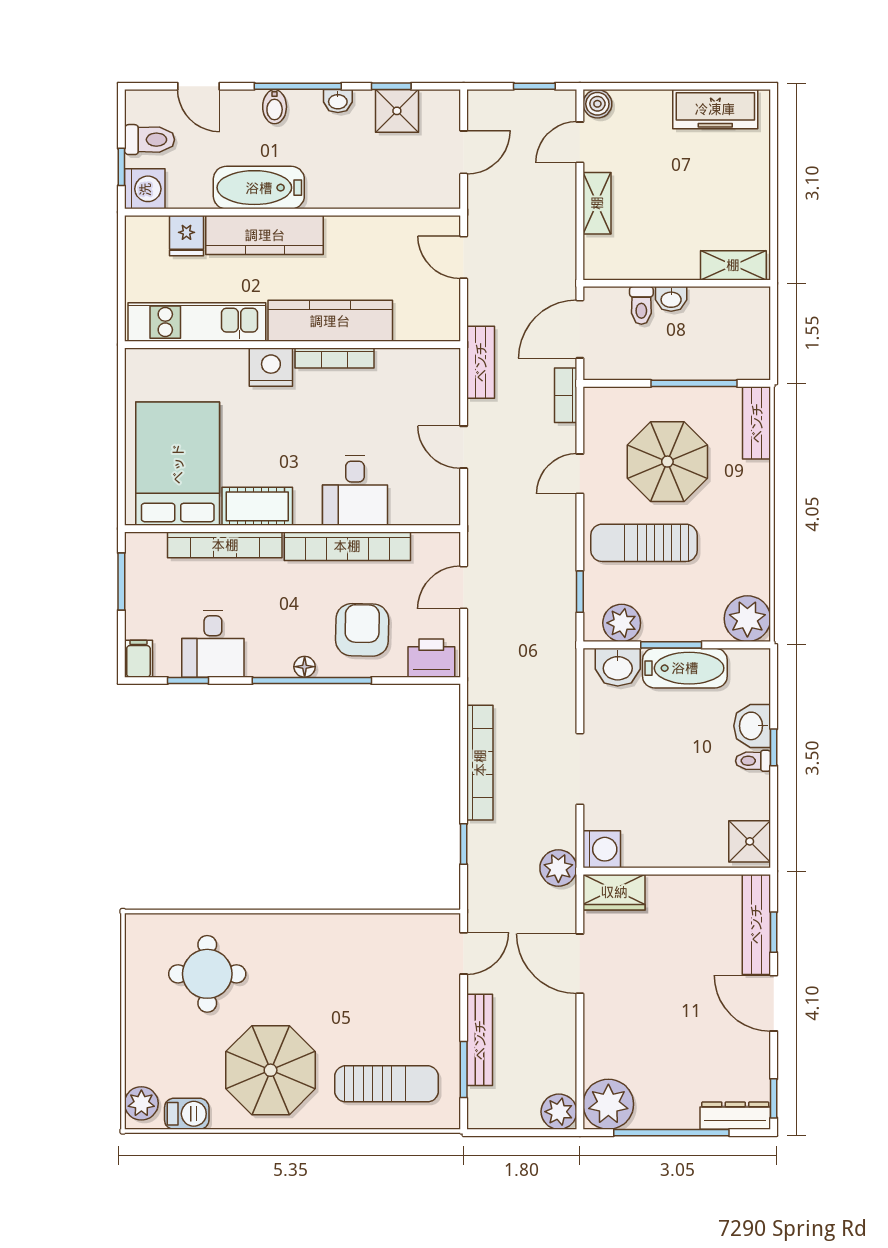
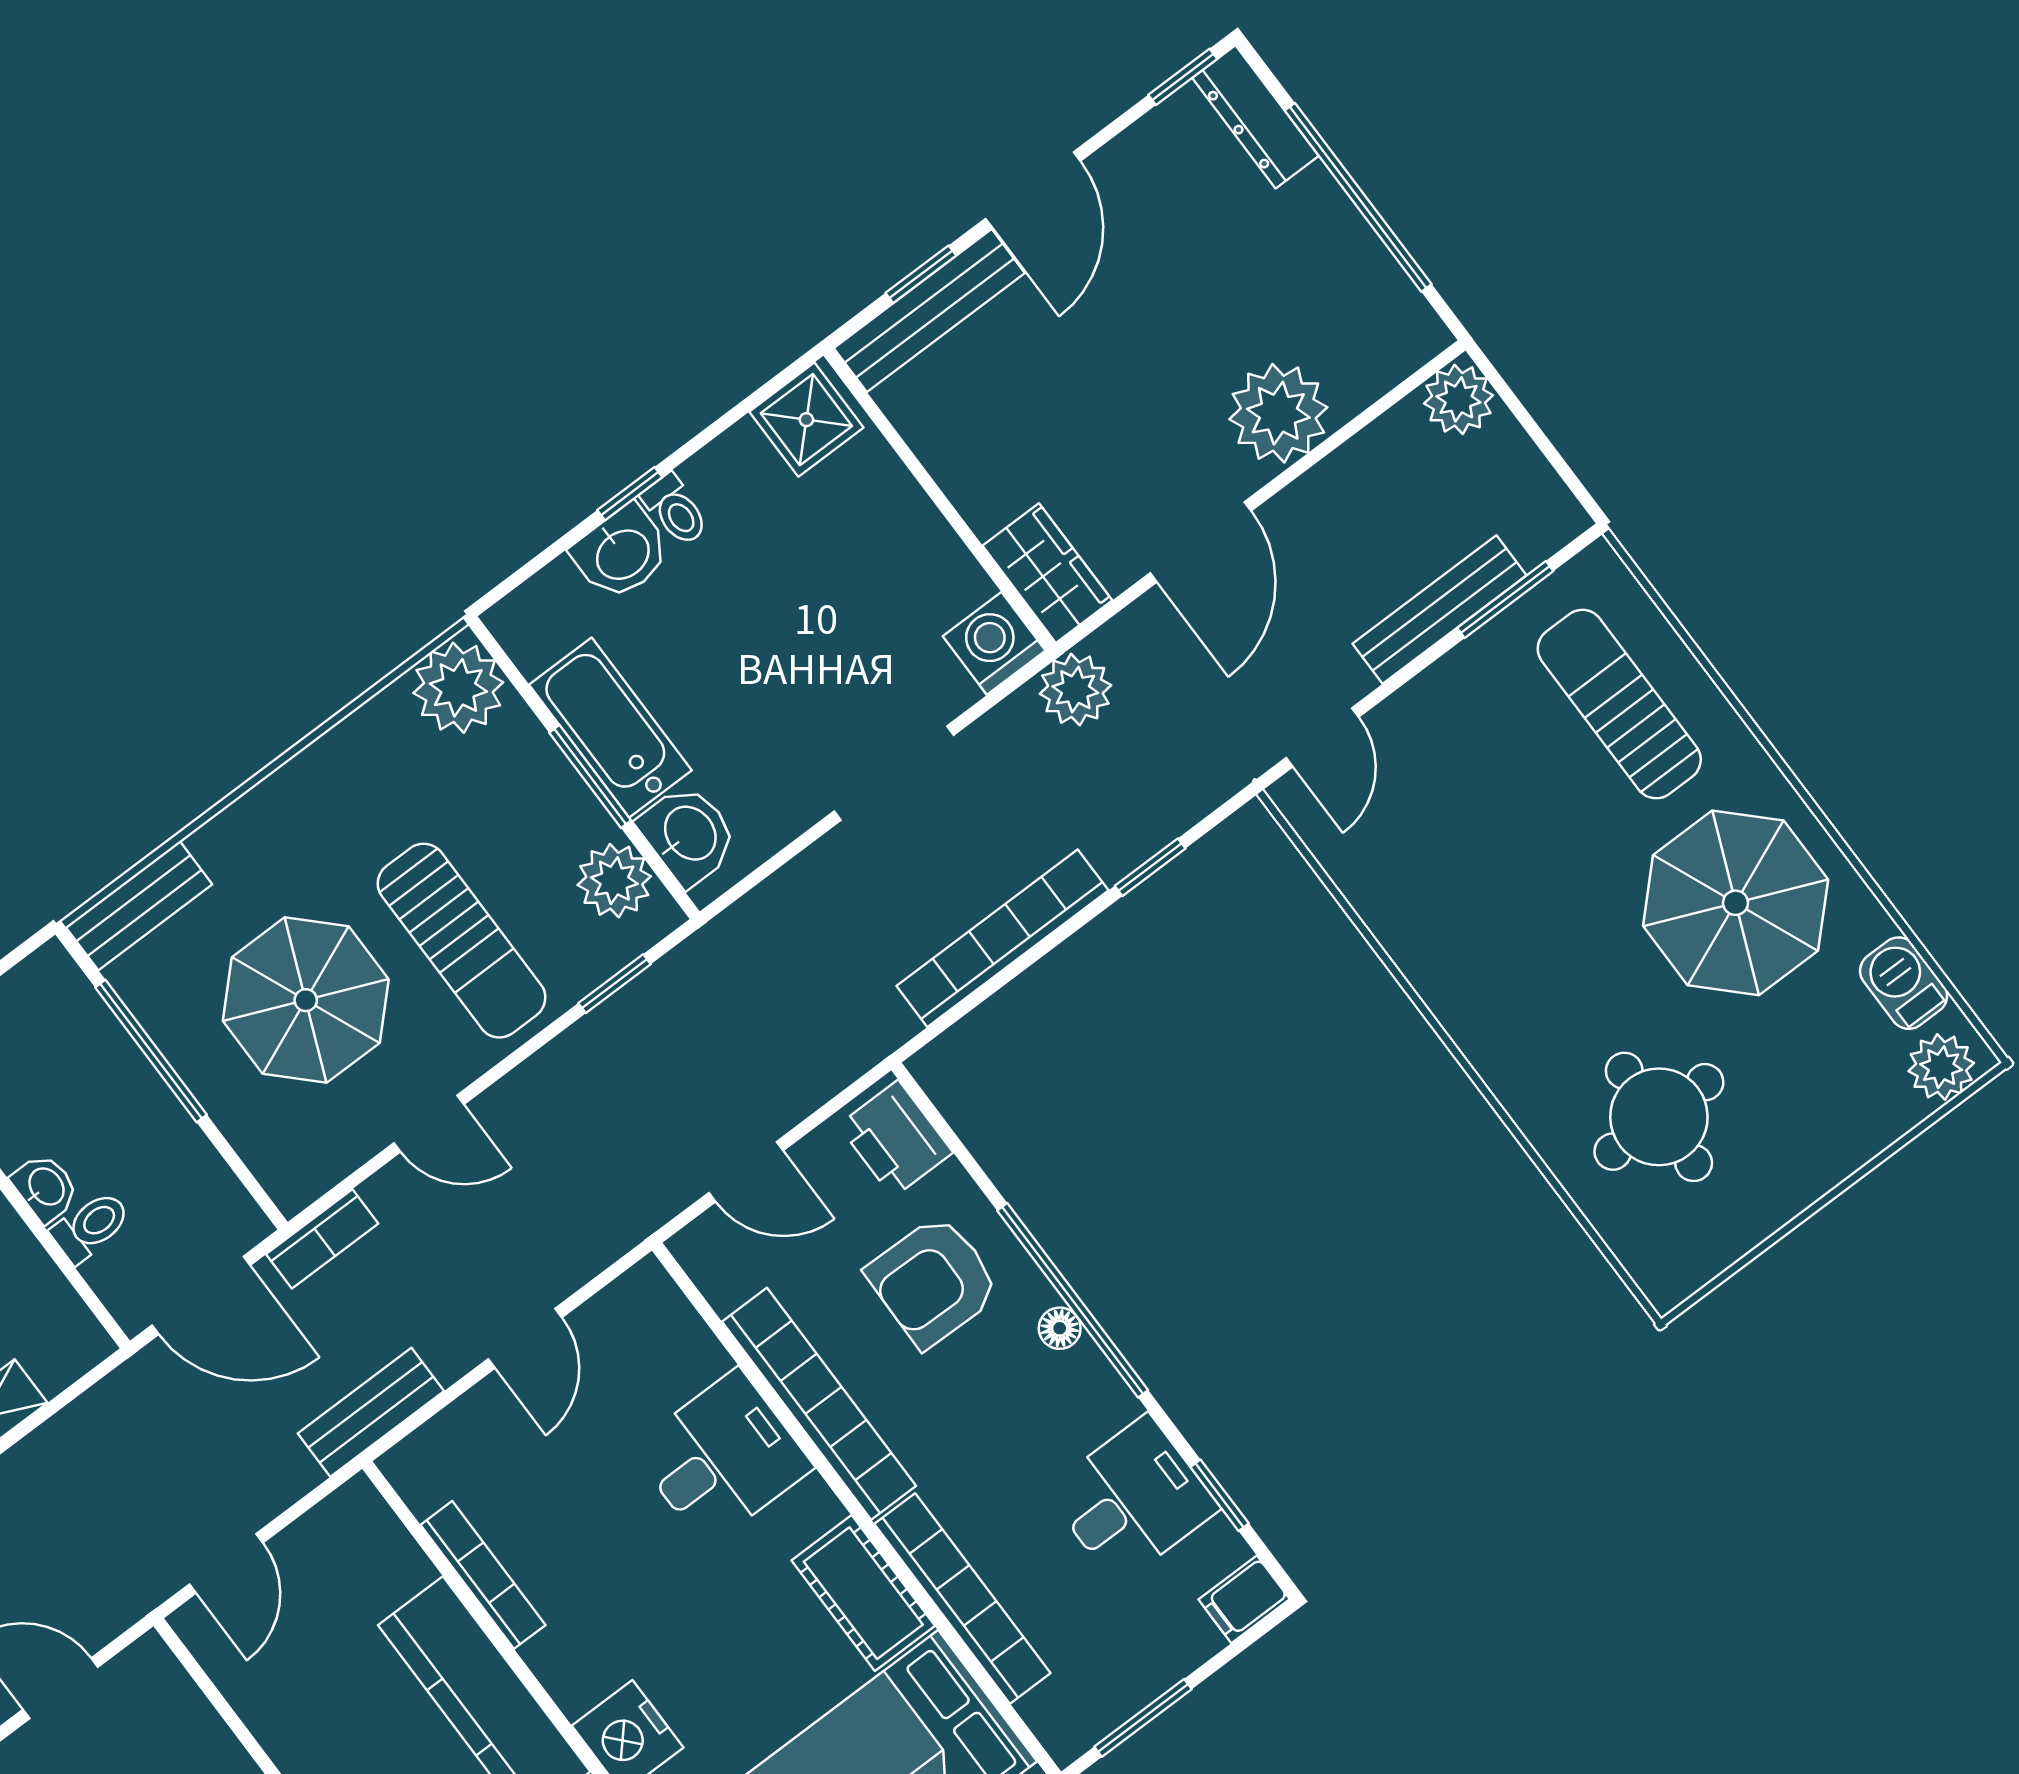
bookcase: (334, 358) -> (483, 1575), moved
door: (464, 953) -> (1322, 737), swing flipped
plant: (608, 1104) -> (1278, 413), moved

